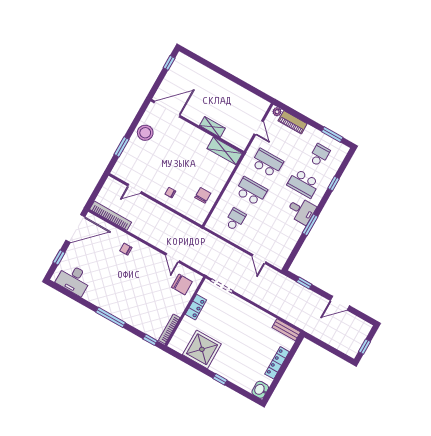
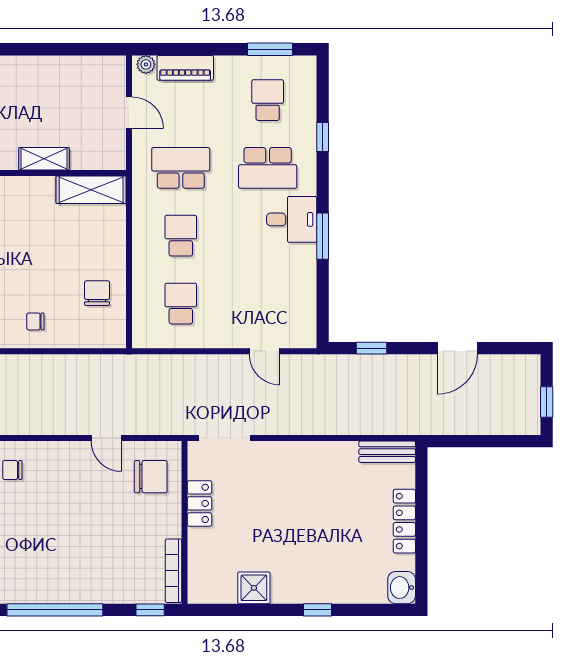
school desk: (251, 191) -> (181, 236), width x0.54
window: (111, 317) -> (55, 610), width x1.46
shower: (202, 349) -> (254, 588), width x0.54, depth x0.54

